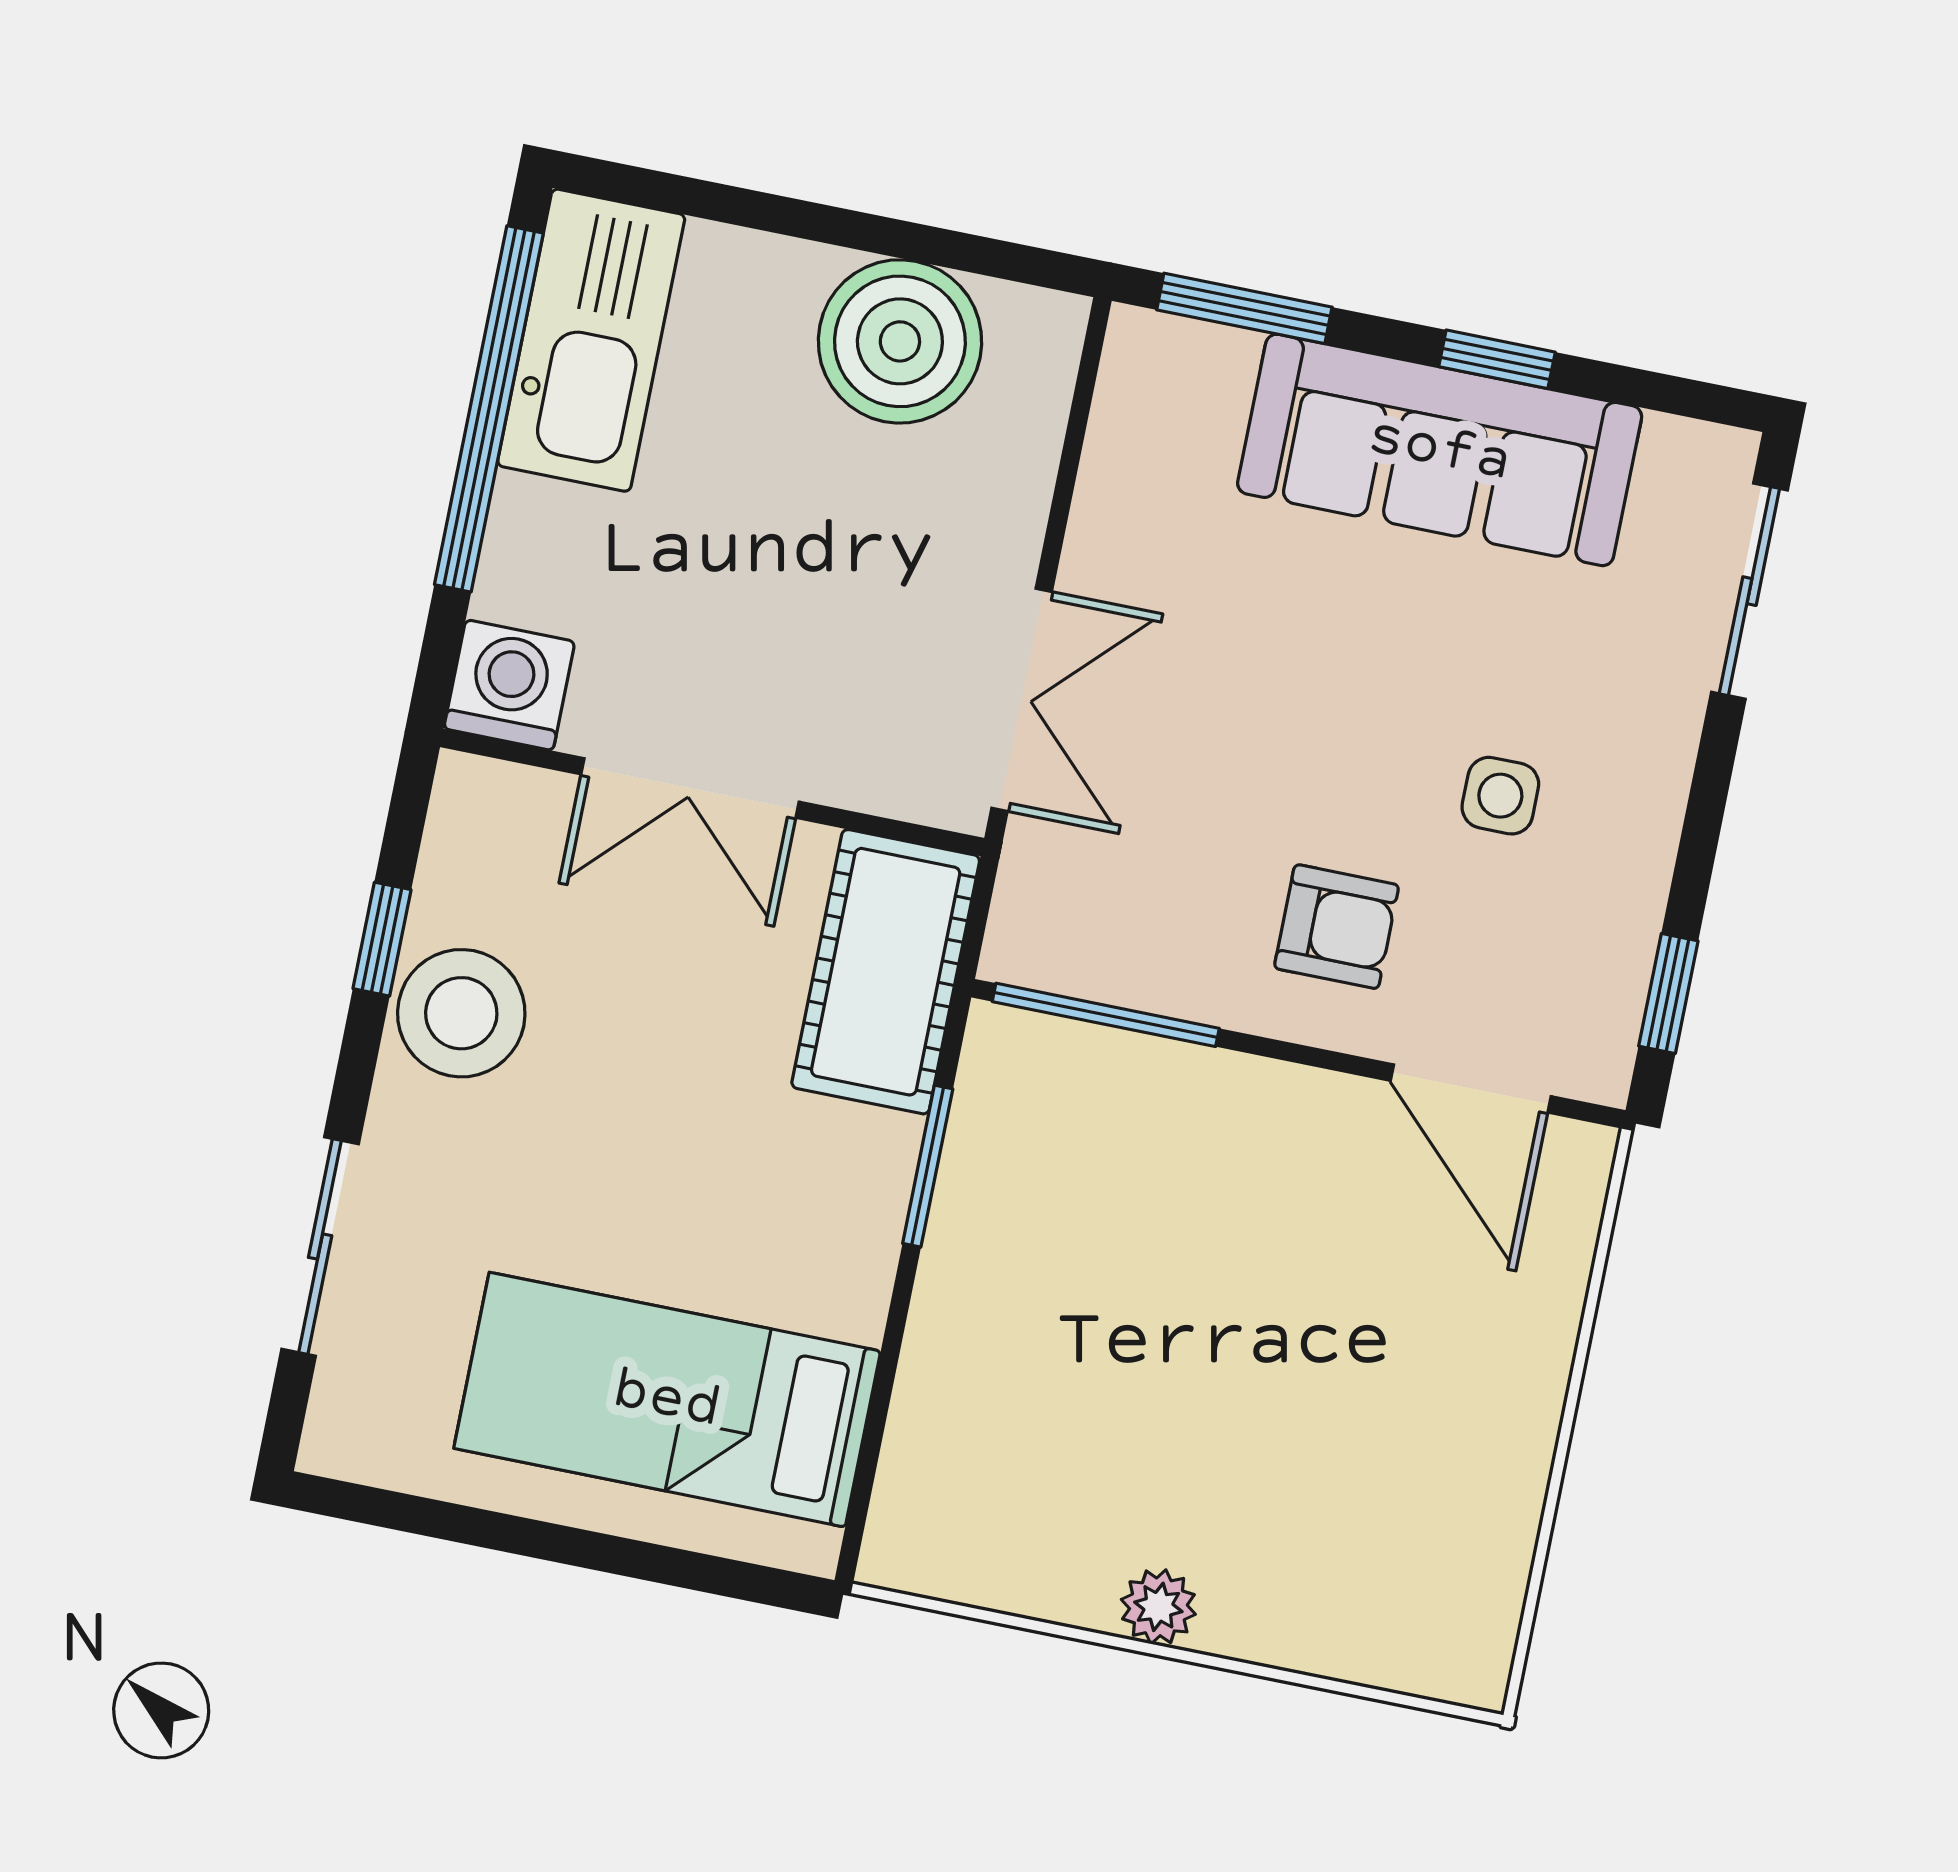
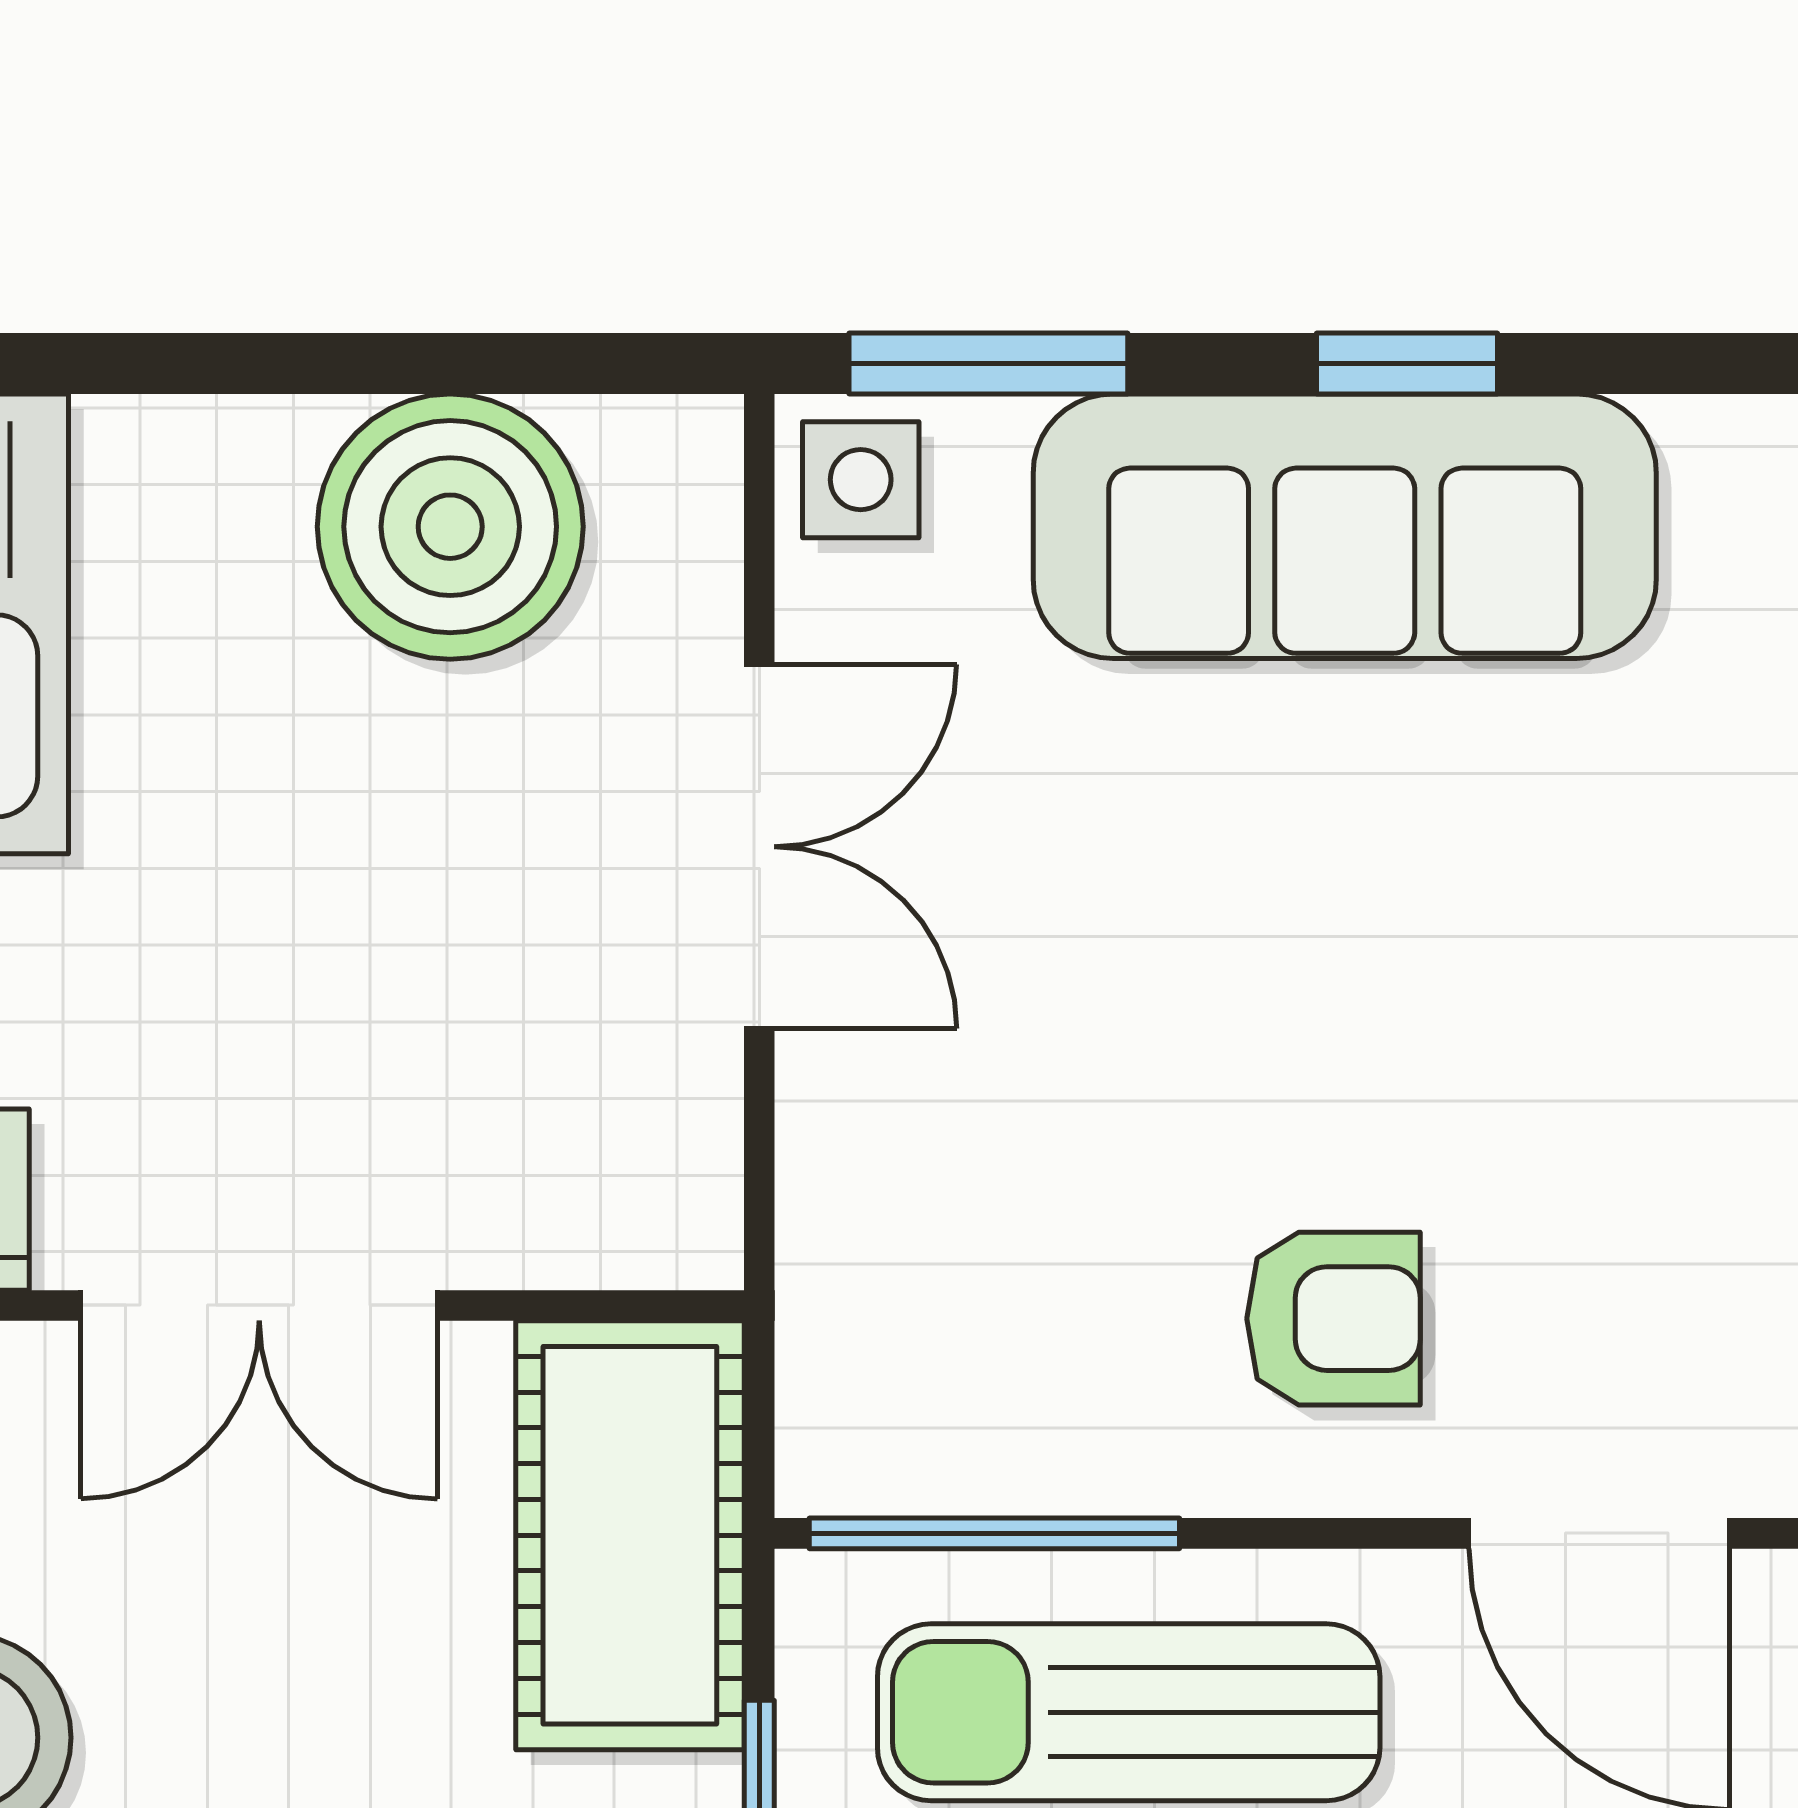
double door: (1022, 700) -> (759, 847), moved
side table: (1500, 796) -> (861, 480), moved
sun lounger: (1165, 1139) -> (1129, 1712), added

